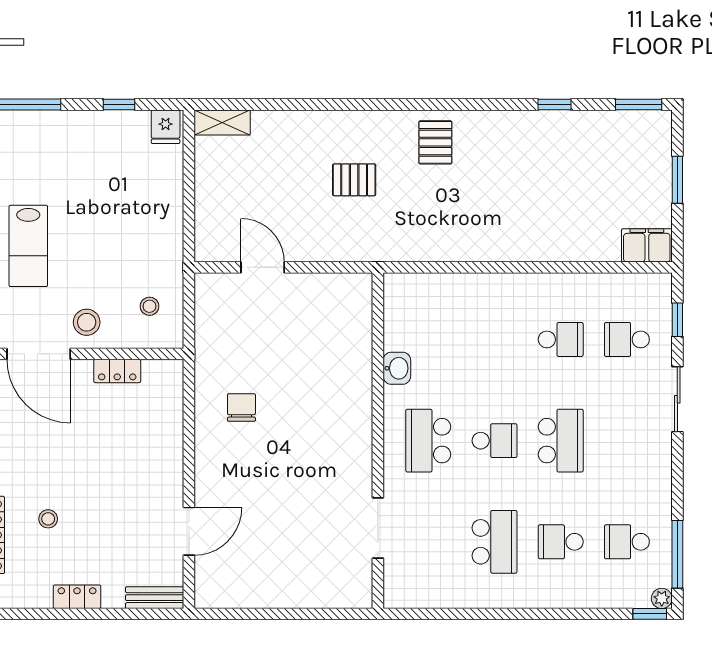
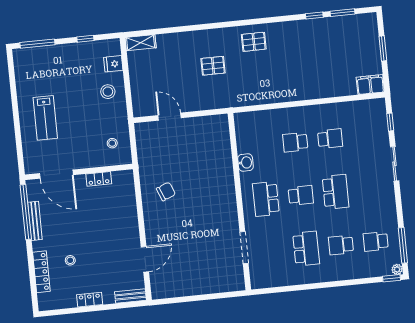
window: (639, 105) -> (342, 13), moved
fridge: (166, 127) -> (113, 64), moved, turned 90
pallet: (435, 142) -> (254, 42), turned 90
stool: (87, 322) -> (108, 92), moved
school desk: (627, 339) -> (295, 142), moved
chair: (241, 408) -> (166, 191), turned 68

